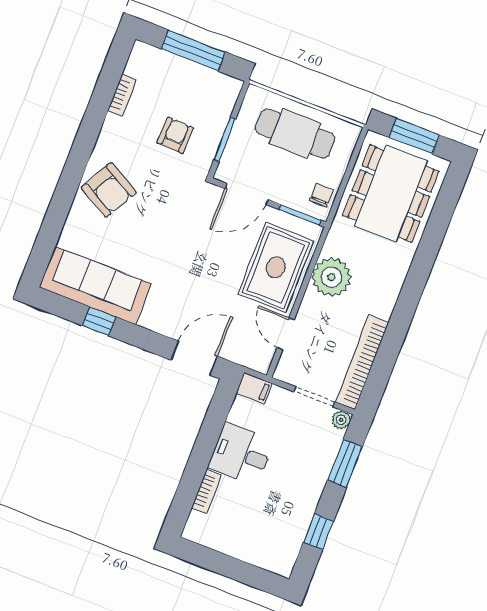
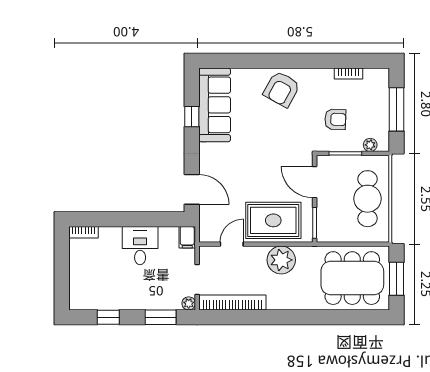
plant: (226, 103) -> (370, 145), added
chair: (321, 195) -> (333, 232), removed
bookcase: (207, 491) -> (84, 232), moved

